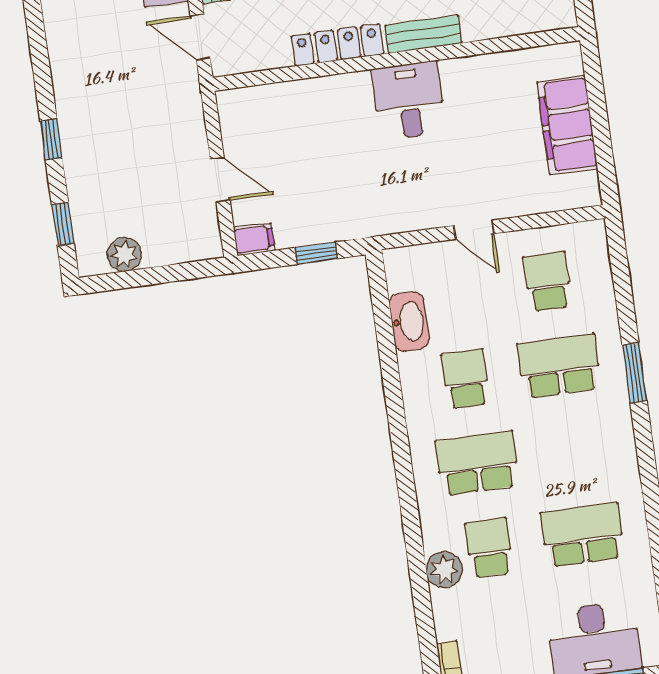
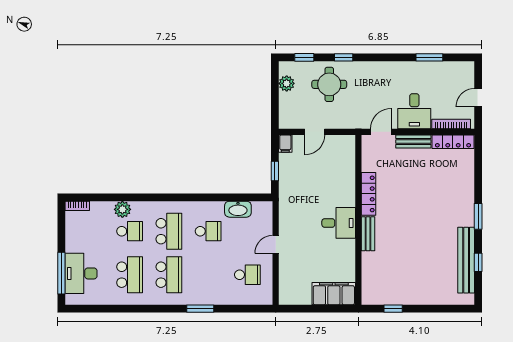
filing cabinet: (567, 125) -> (334, 294), moved
round table: (114, 162) -> (329, 84), added
school desk: (559, 366) -> (169, 275), moved

